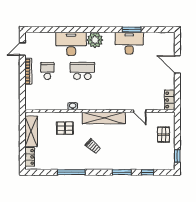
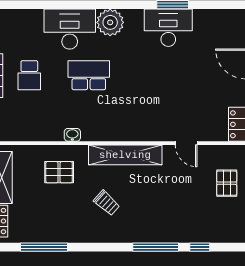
school desk: (47, 71) -> (29, 75), turned 180
window: (71, 172) -> (44, 247), moved
window: (122, 172) -> (156, 247), width x1.44

